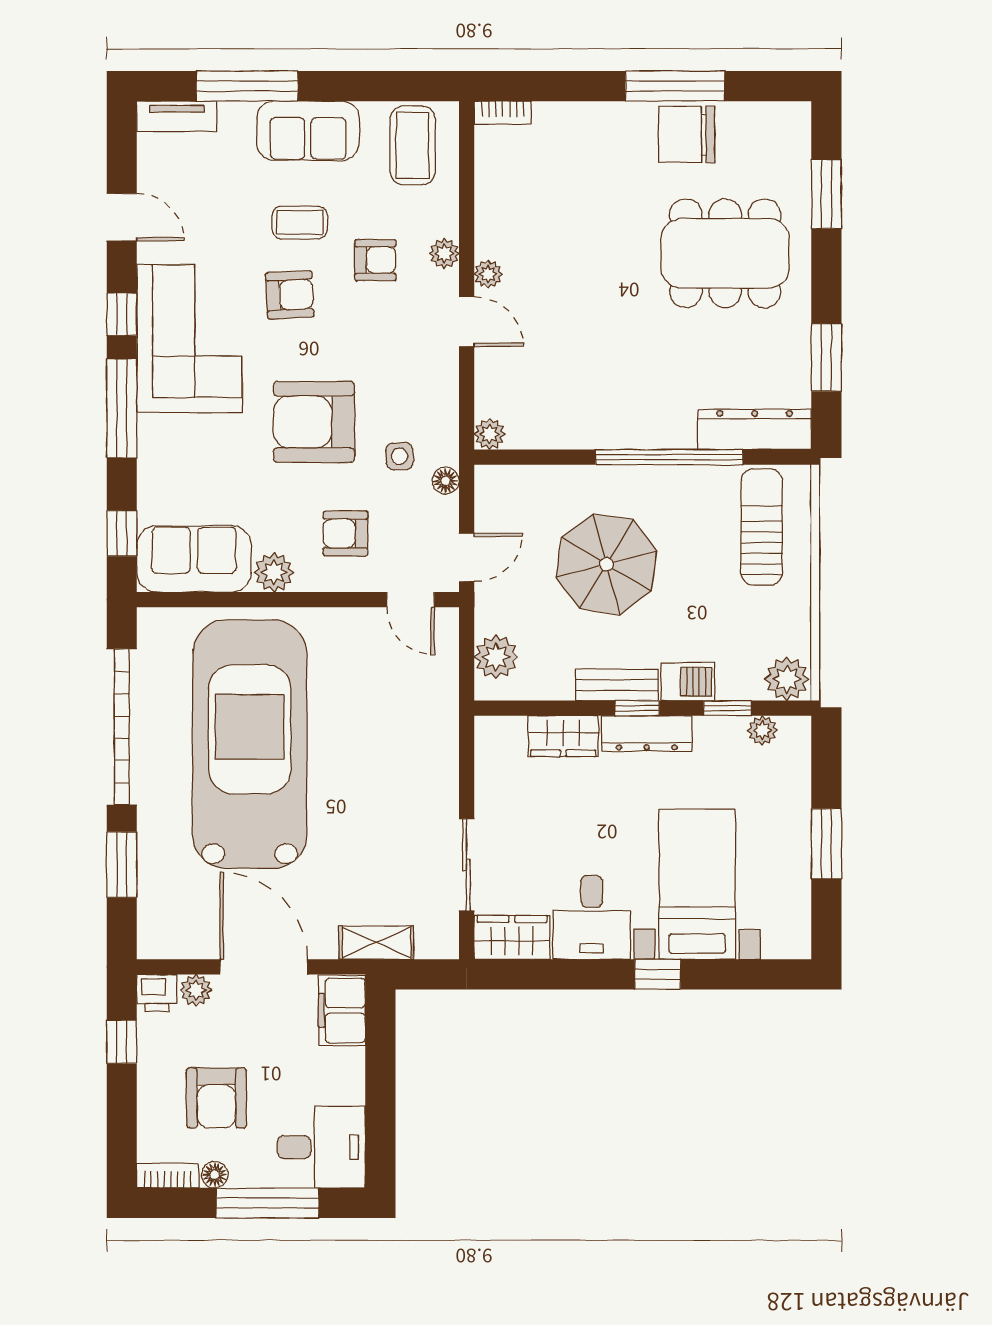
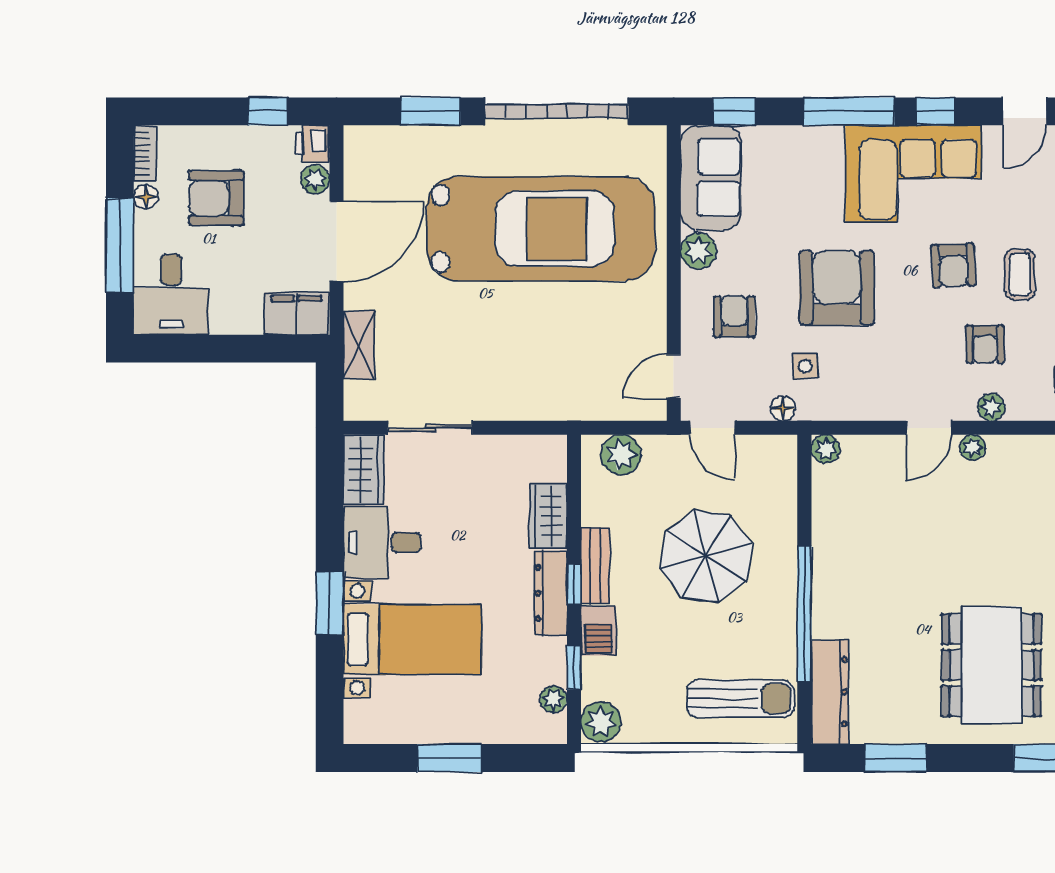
window: (658, 974) -> (330, 603), width x1.50

